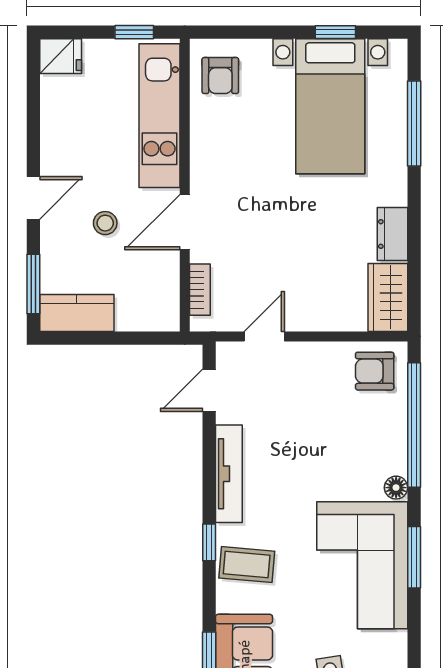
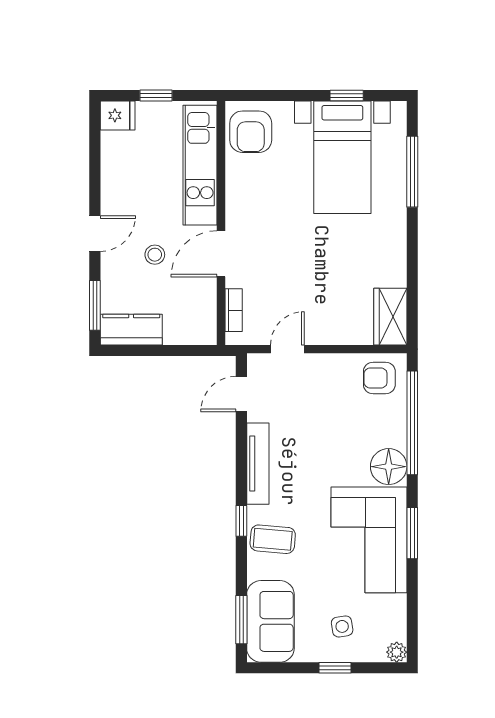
window: (134, 32) -> (156, 95), moved
armchair: (220, 76) -> (251, 132), width x1.38, depth x1.38
dresser: (393, 234) -> (394, 264), removed
floor lamp: (396, 488) -> (389, 467), width x1.89, depth x1.89

